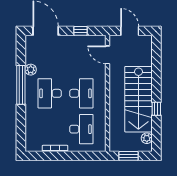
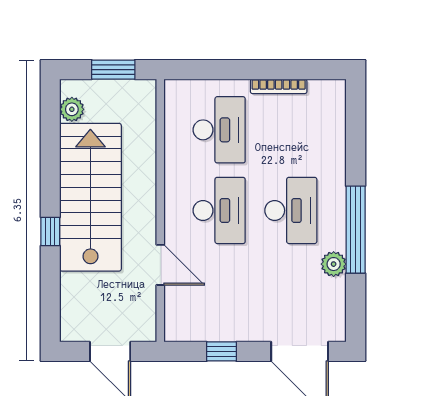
door: (108, 55) -> (160, 265), moved
desk: (81, 93) -> (219, 210), turned 180
window: (156, 109) -> (50, 231), moved
desk: (81, 129) -> (219, 130), turned 180

